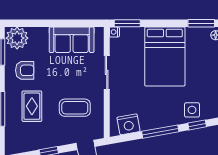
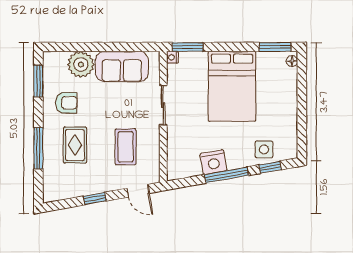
plant: (17, 38) -> (81, 64), moved
coffee table: (75, 108) -> (126, 147), turned 90
nightstand: (128, 124) -> (213, 162), moved

